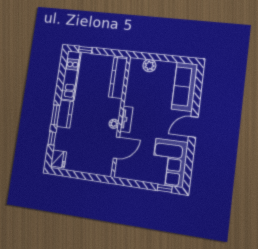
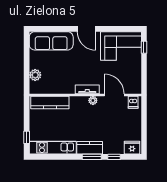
dishwasher: (106, 167) -> (133, 102), added

